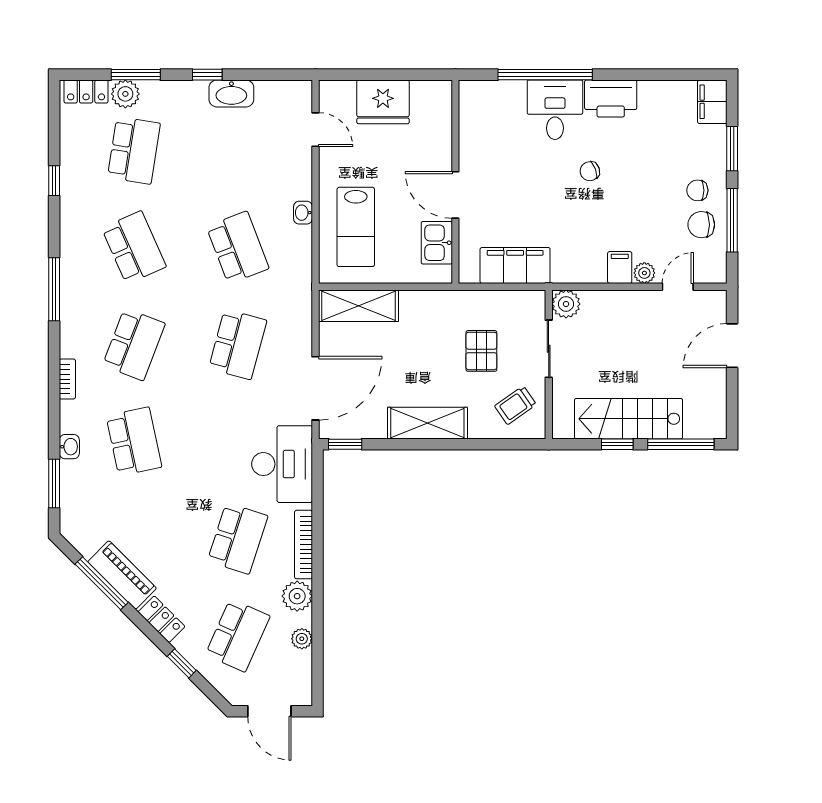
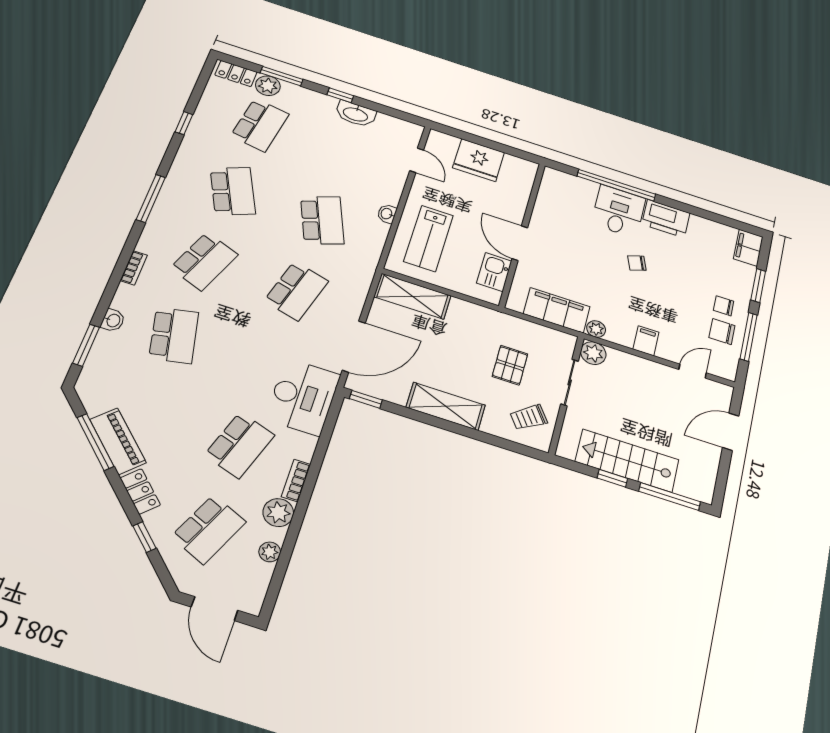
plant: (644, 273) -> (596, 329), moved
bookcase: (304, 545) -> (296, 480), width x0.64

